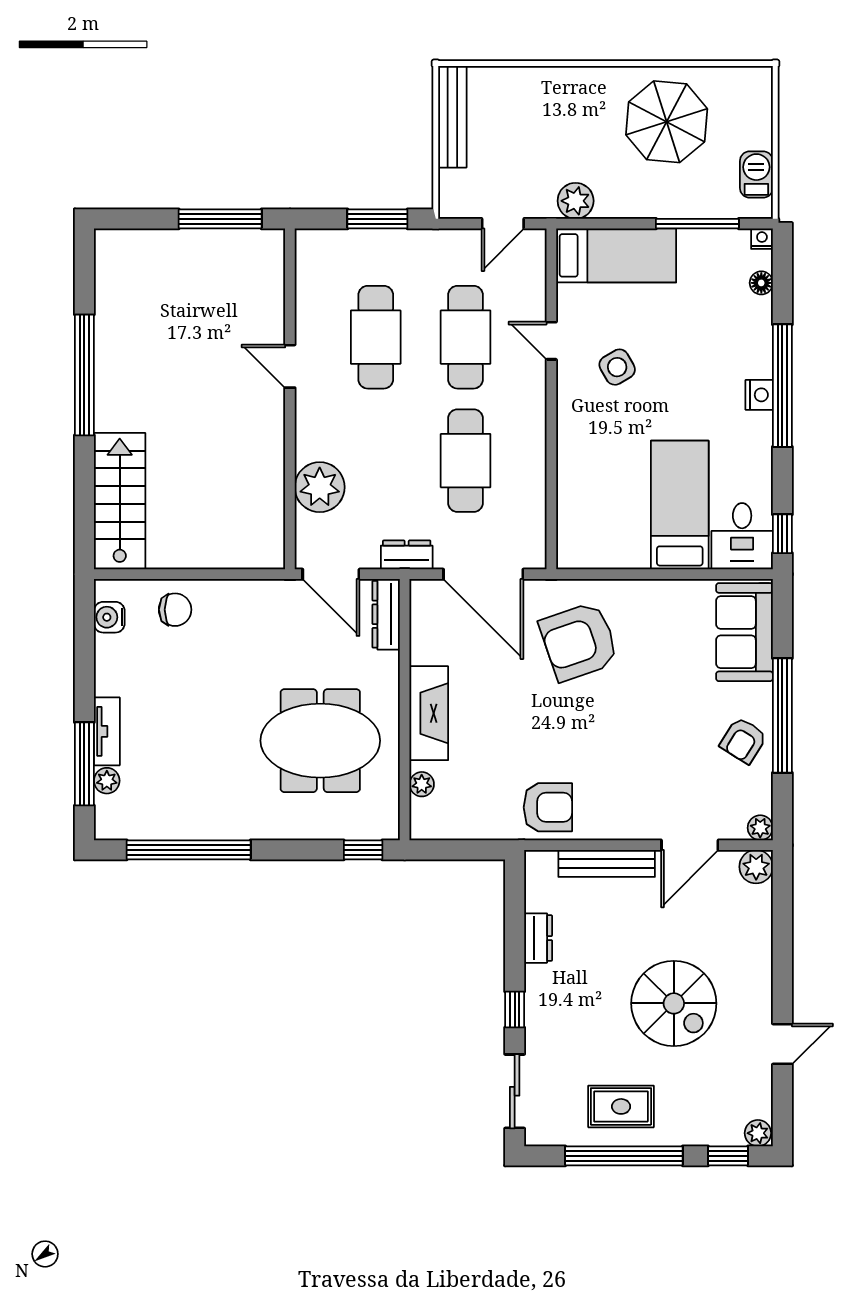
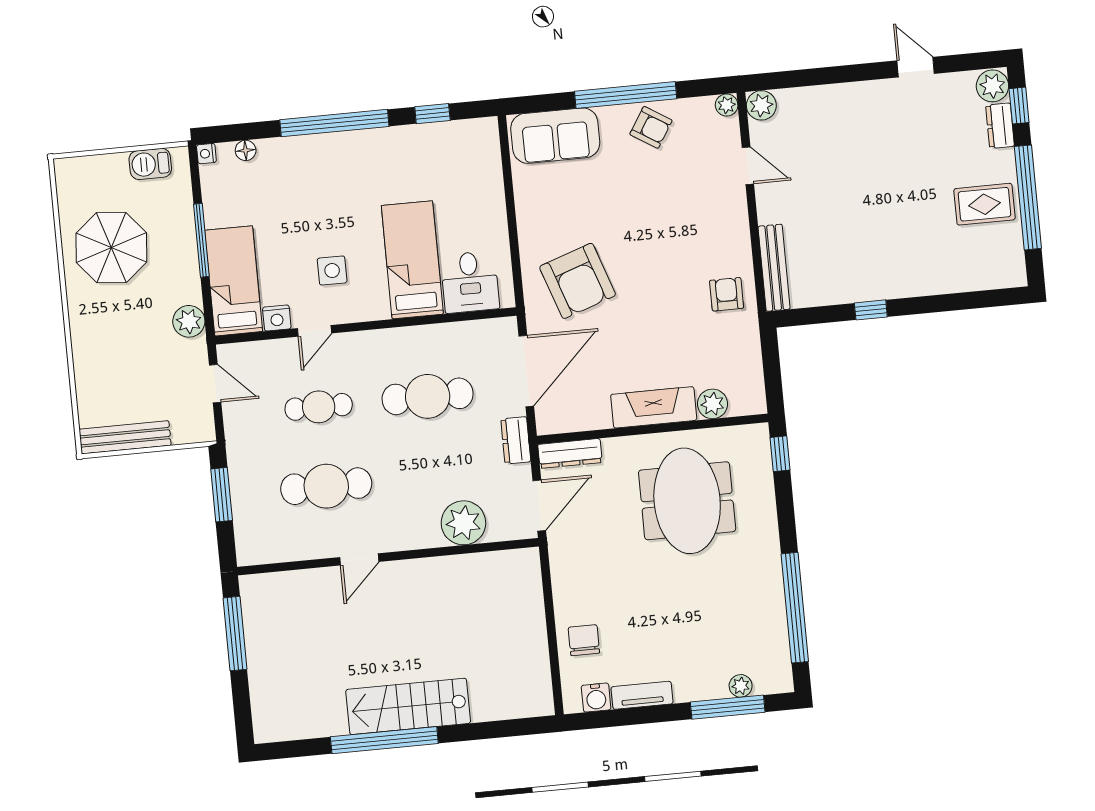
window: (697, 224) -> (201, 240), moved
cafe table: (466, 337) -> (319, 407), width x0.73, depth x0.74
side table: (617, 367) -> (332, 271), turned 30
nightstand: (759, 395) -> (277, 318), moved, turned 180
stairs: (120, 501) -> (408, 706), moved
bed: (680, 505) -> (412, 260), moved, turned 90
window: (782, 534) -> (432, 114), moved
desk: (742, 536) -> (470, 282), moved, turned 90
tv unit: (107, 731) -> (642, 695), moved
plant: (422, 784) -> (712, 404), width x1.38, depth x1.38
armchair: (548, 807) -> (727, 294), width x0.72, depth x0.72
door: (690, 845) -> (748, 166), width x0.73
bench: (607, 863) -> (774, 268), moved
dresser: (538, 938) -> (1000, 126), moved, turned -90
spiral stairs: (674, 1003) -> (889, 166), removed
window: (515, 1010) -> (871, 310), moved
sliding door: (515, 1091) -> (980, 299), removed
rug: (621, 1106) -> (984, 204), turned 90
plant: (758, 1133) -> (992, 86), width x1.38, depth x1.38

